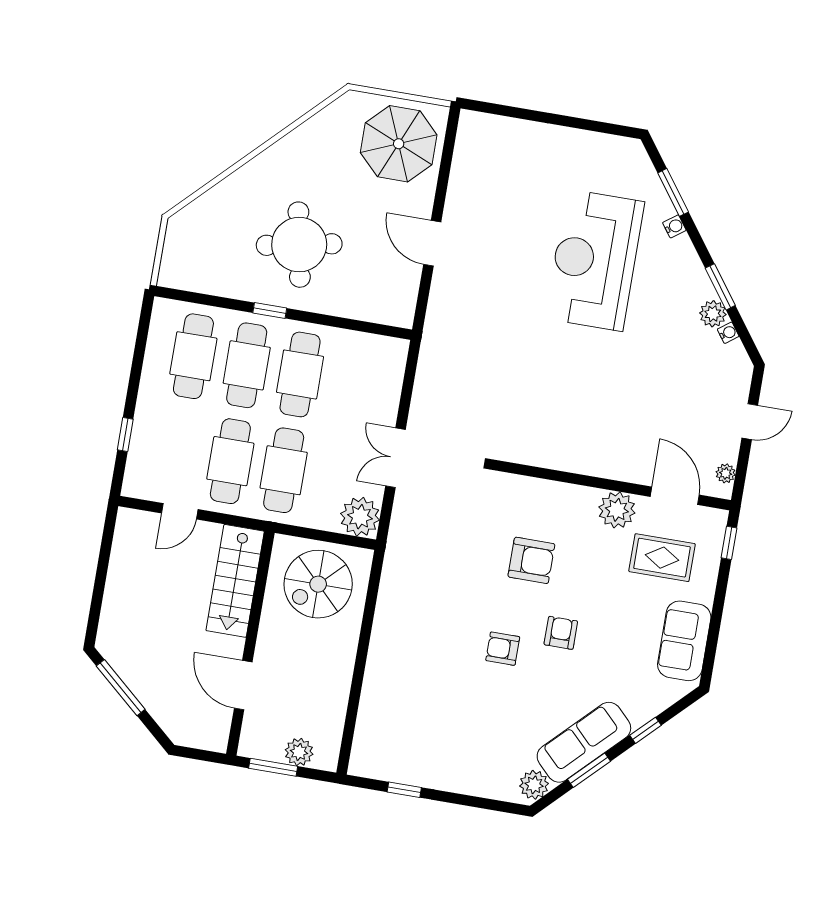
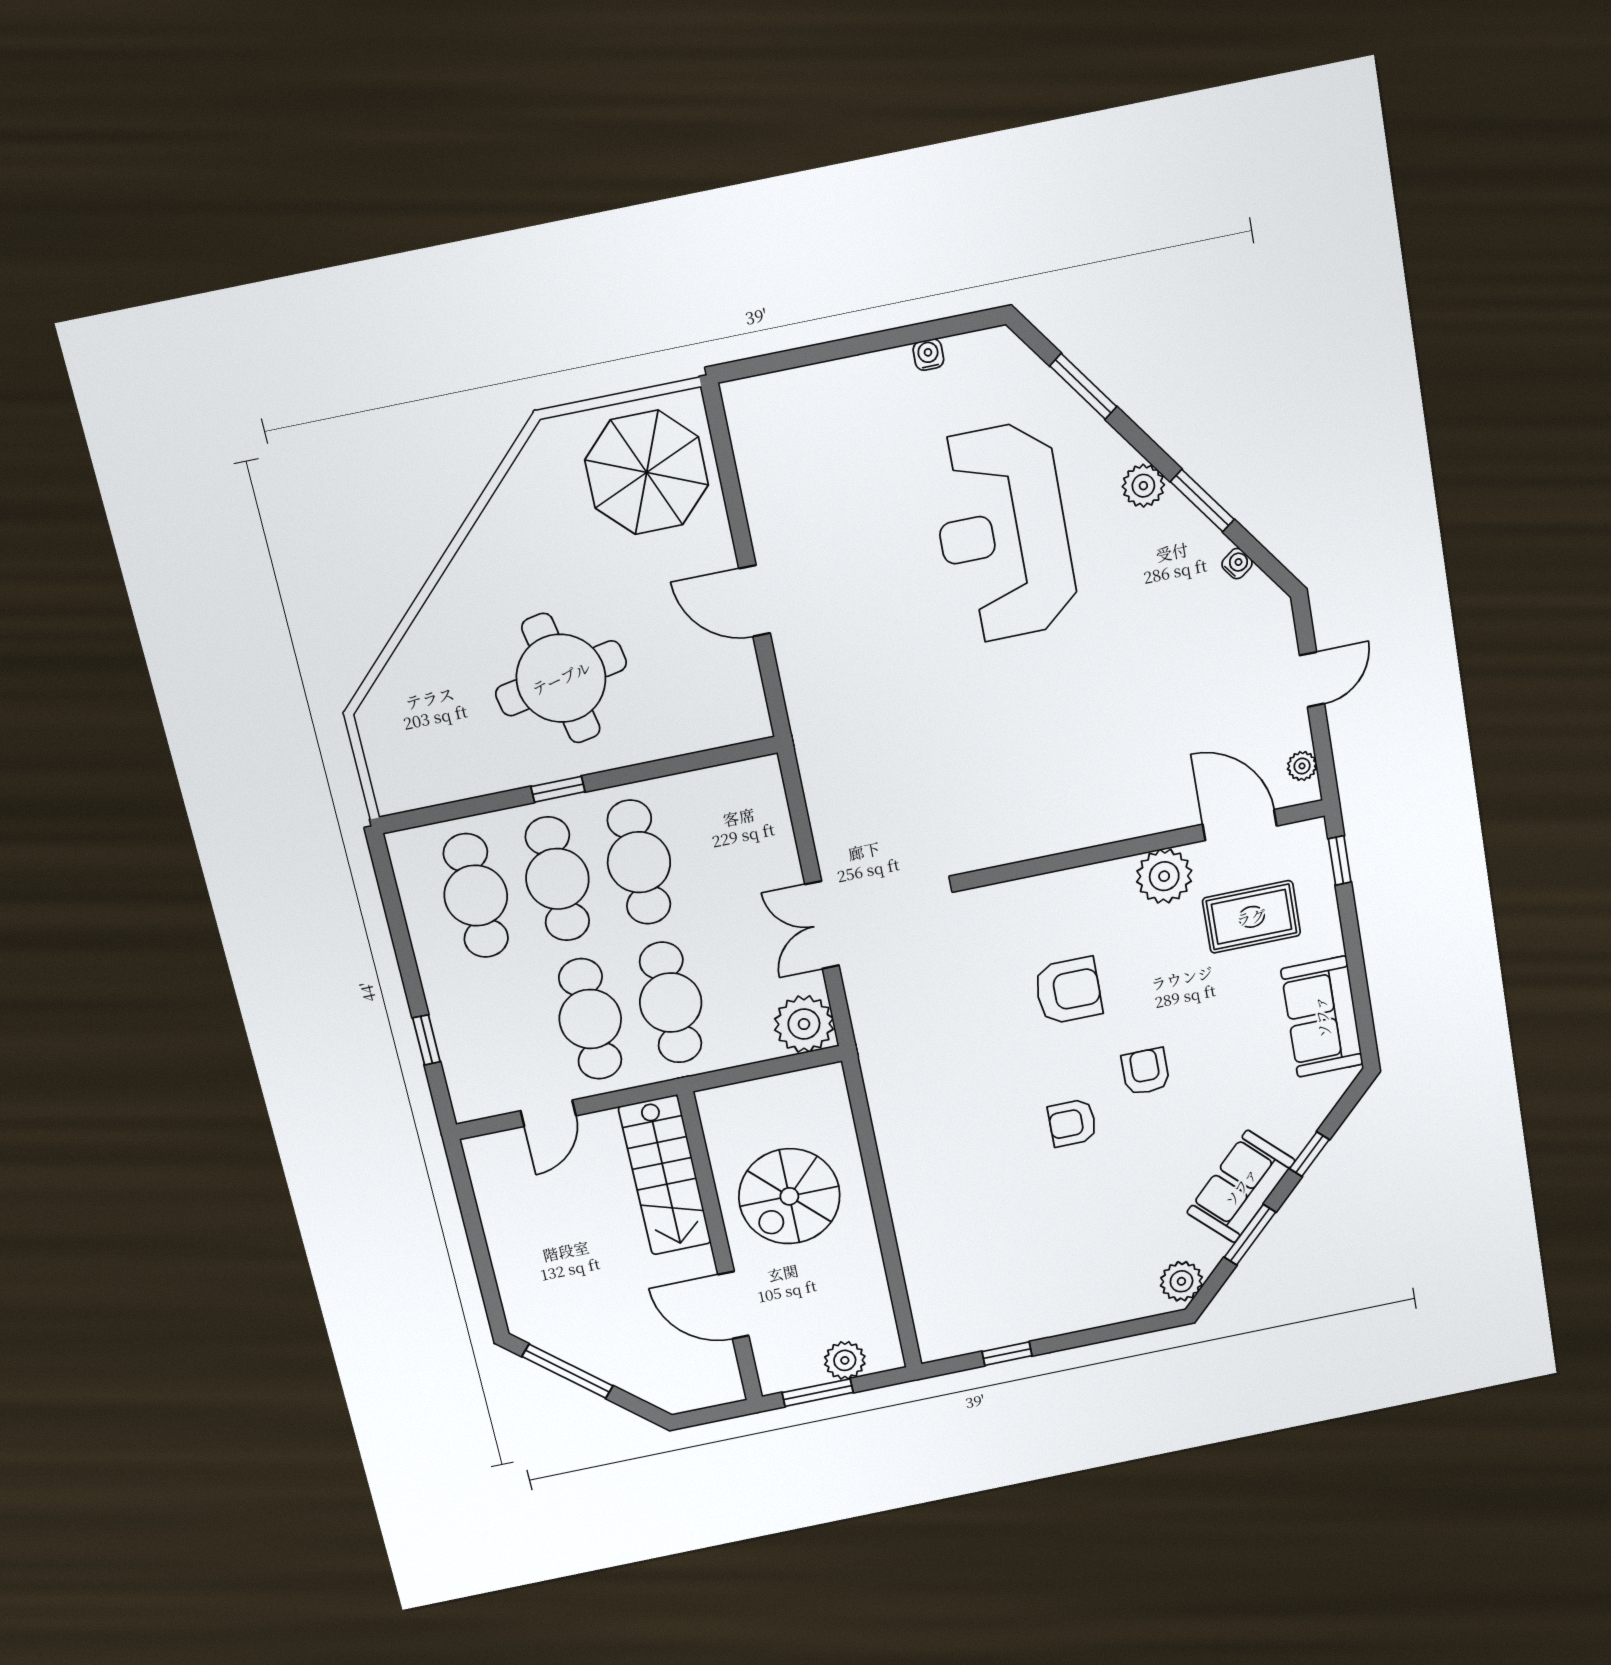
water cooler: (674, 226) -> (928, 355), moved, turned -54
plant: (713, 314) -> (1143, 486), moved
spiral stairs: (318, 584) -> (789, 1196), moved
sofa: (584, 742) -> (1241, 1187), width x0.73

